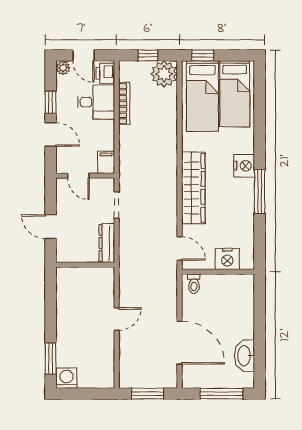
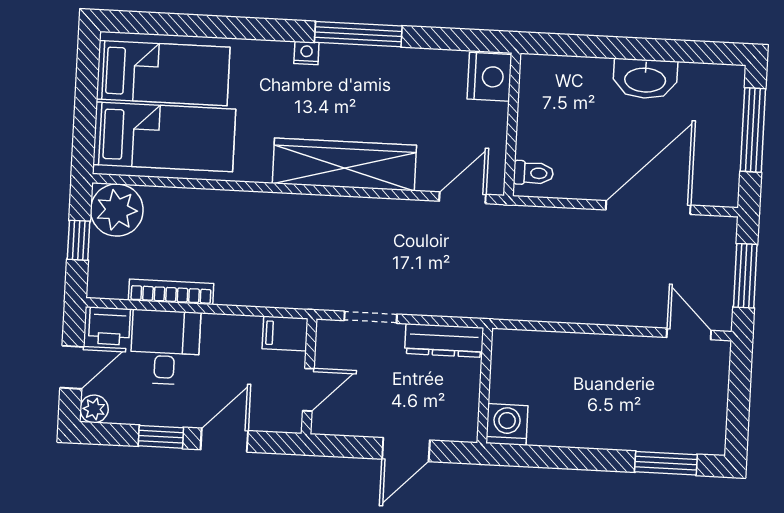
window: (203, 55) -> (84, 132), removed
nightstand: (244, 166) -> (306, 53), width x0.53, depth x0.56
nightstand: (227, 259) -> (489, 77), moved
door: (117, 319) -> (689, 334), moved
washbasin: (244, 356) -> (645, 79), moved
washing machine: (67, 378) -> (507, 425), moved, turned 90

